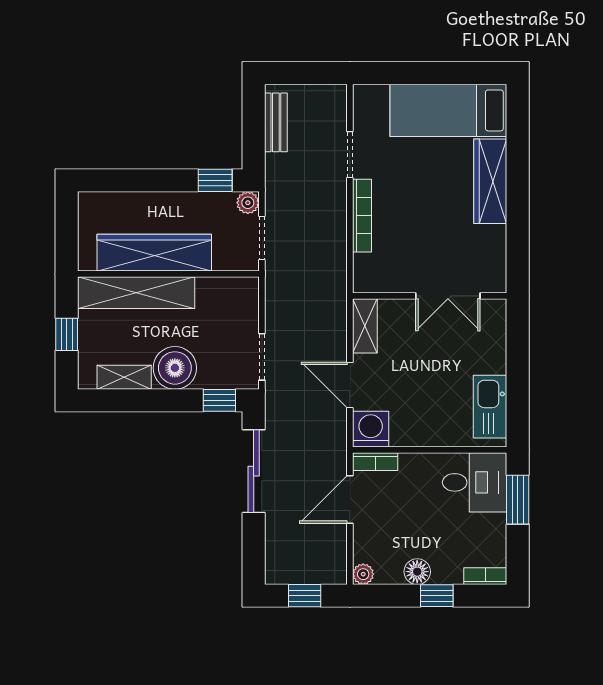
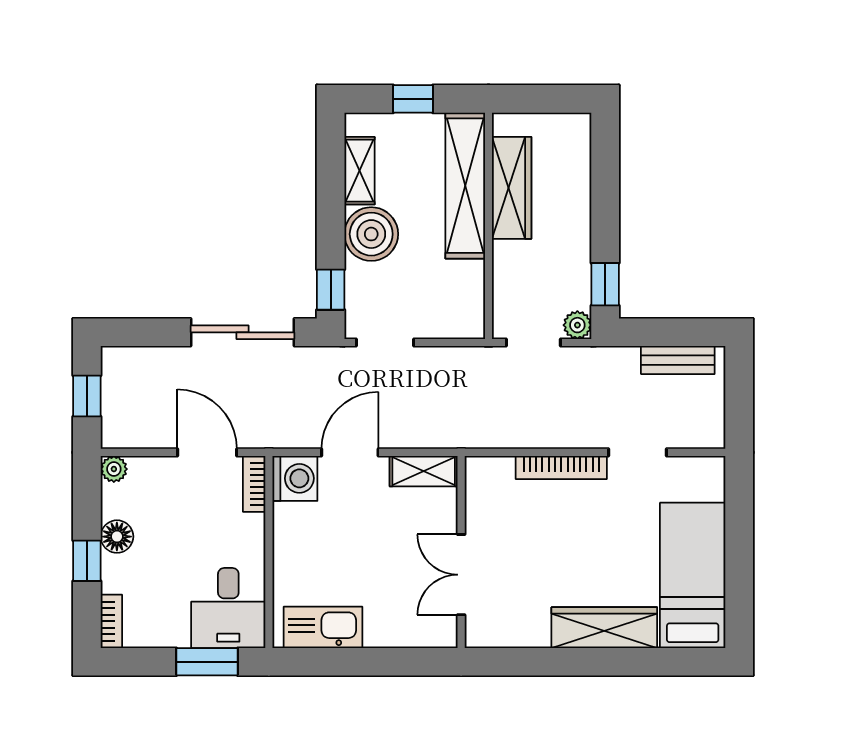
wardrobe: (154, 253) -> (512, 188), width x0.71, depth x0.85

